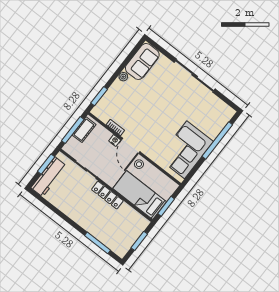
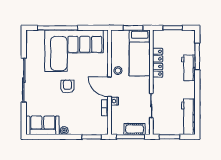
armchair: (159, 109) -> (67, 87), added
cot: (84, 130) -> (135, 129), moved
door: (131, 146) -> (109, 87), swing flipped
corner sofa: (186, 150) -> (74, 51), width x1.36, depth x1.36
workbench: (49, 177) -> (188, 117), moved, turned -90
locker: (107, 195) -> (158, 63), moved
workbench: (94, 227) -> (188, 68), added

